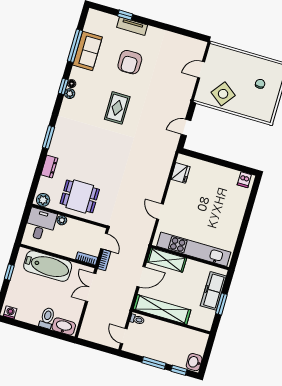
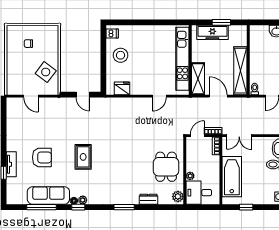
sofa: (87, 51) -> (48, 195), width x1.36
rug: (117, 108) -> (83, 157), turned 90
stool: (218, 182) -> (121, 55), added

